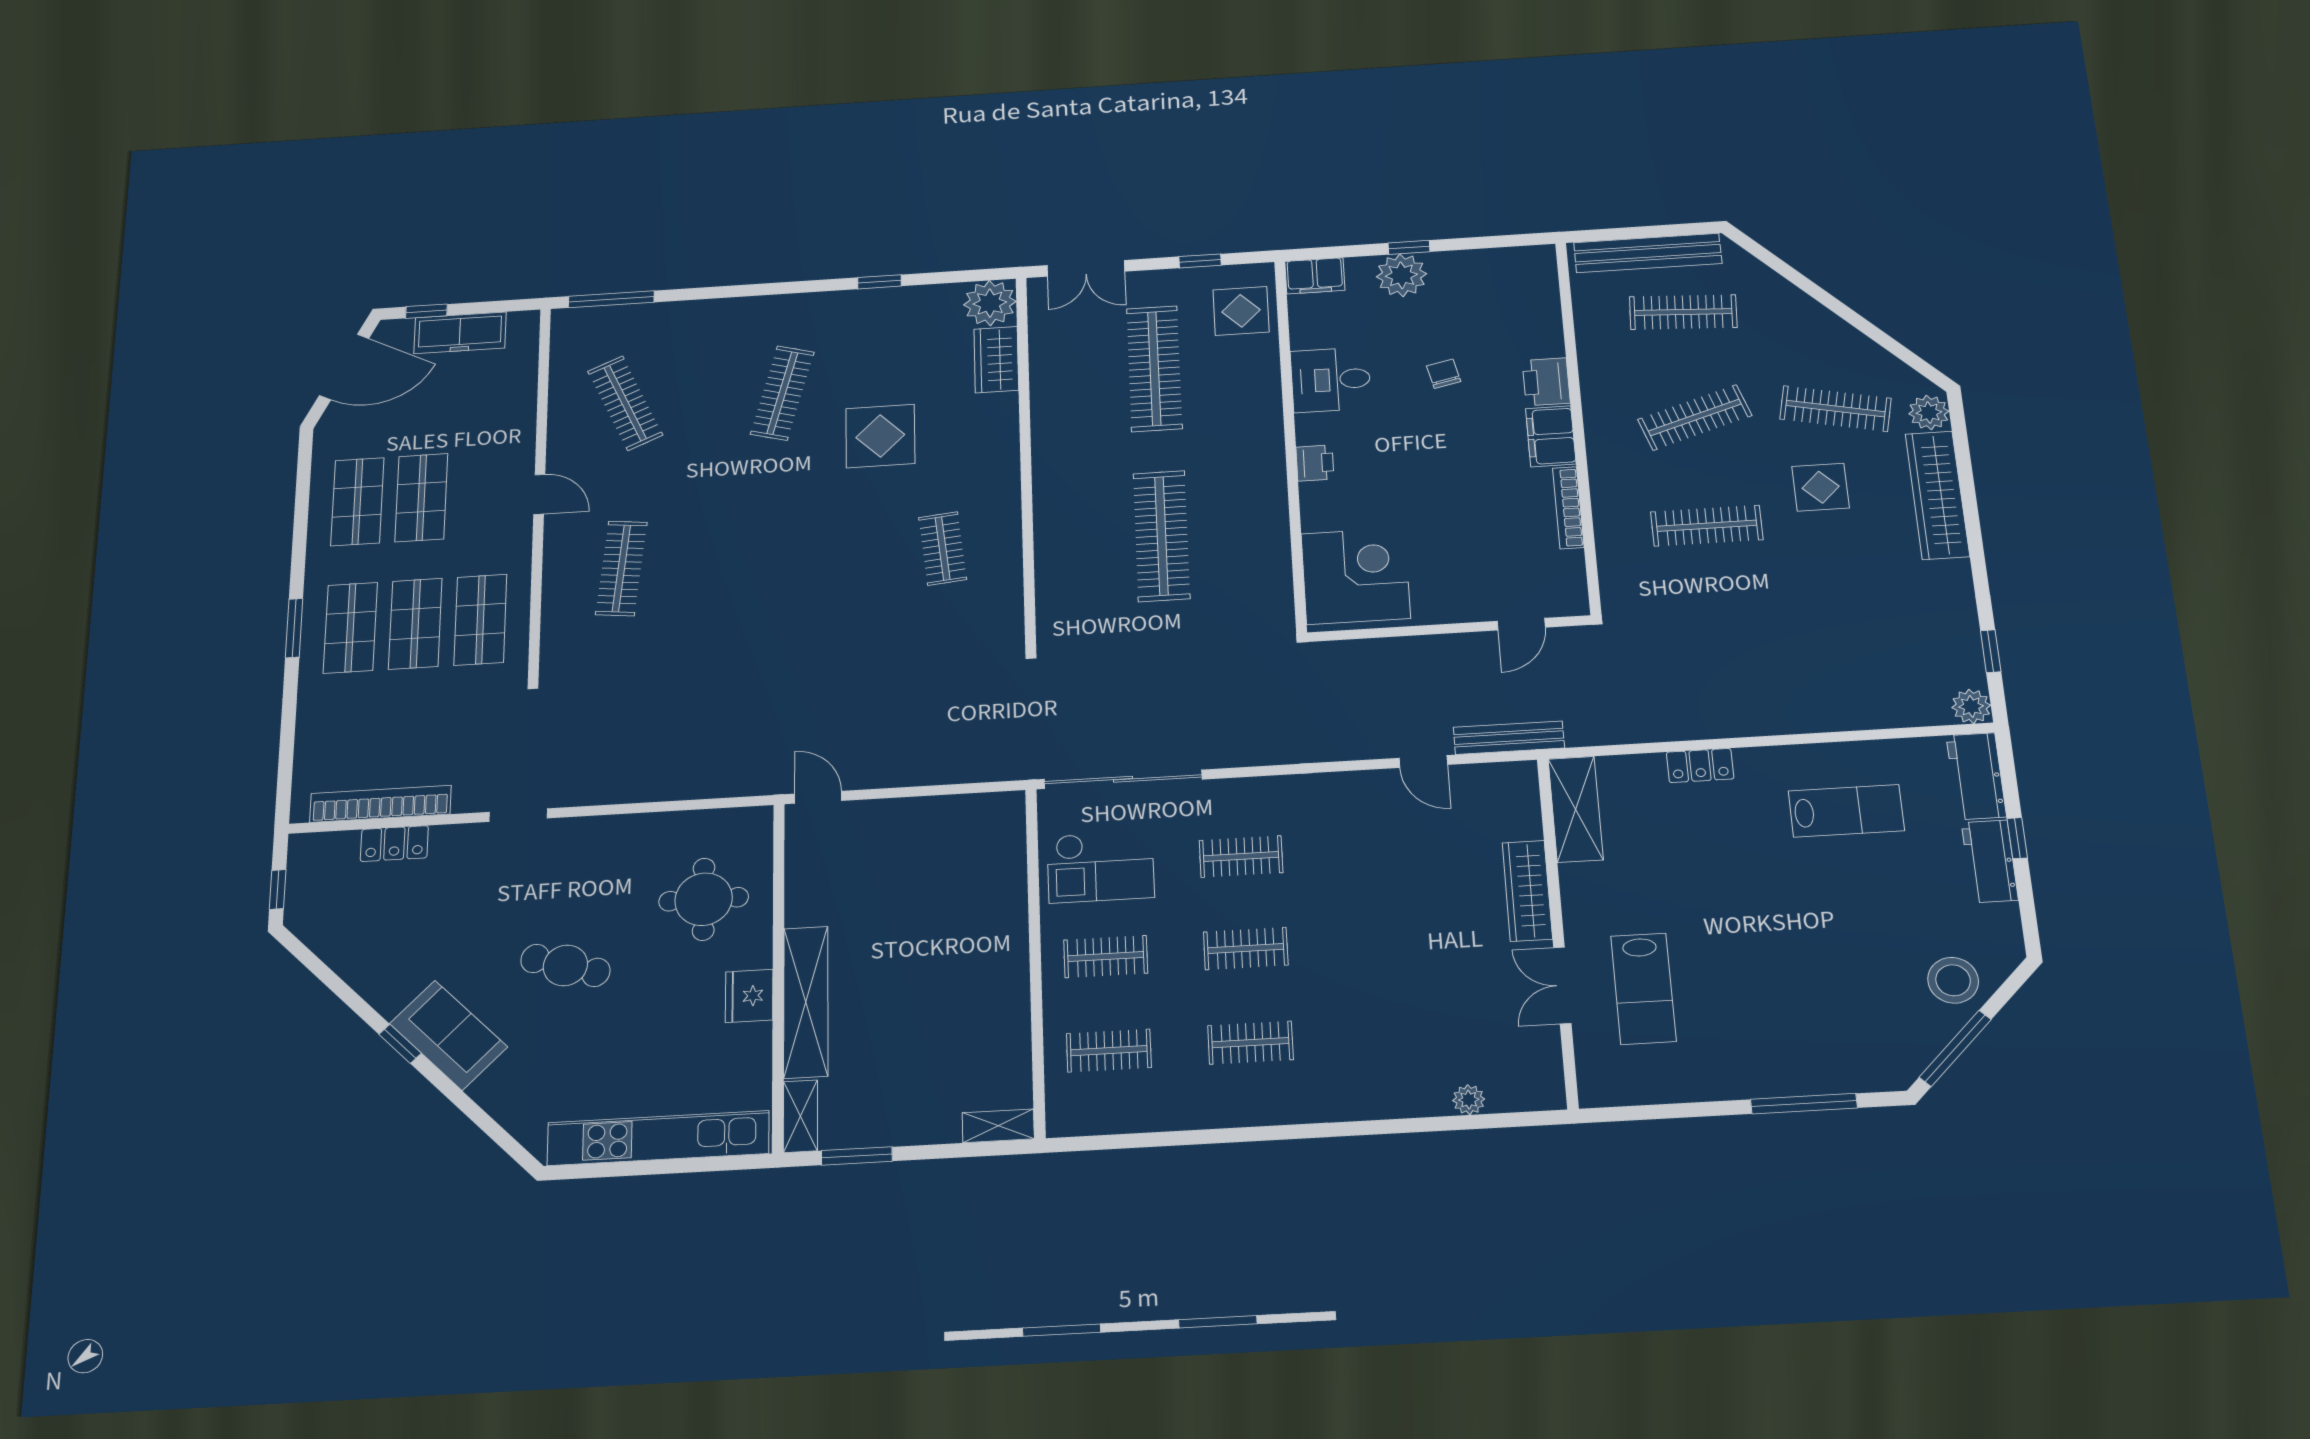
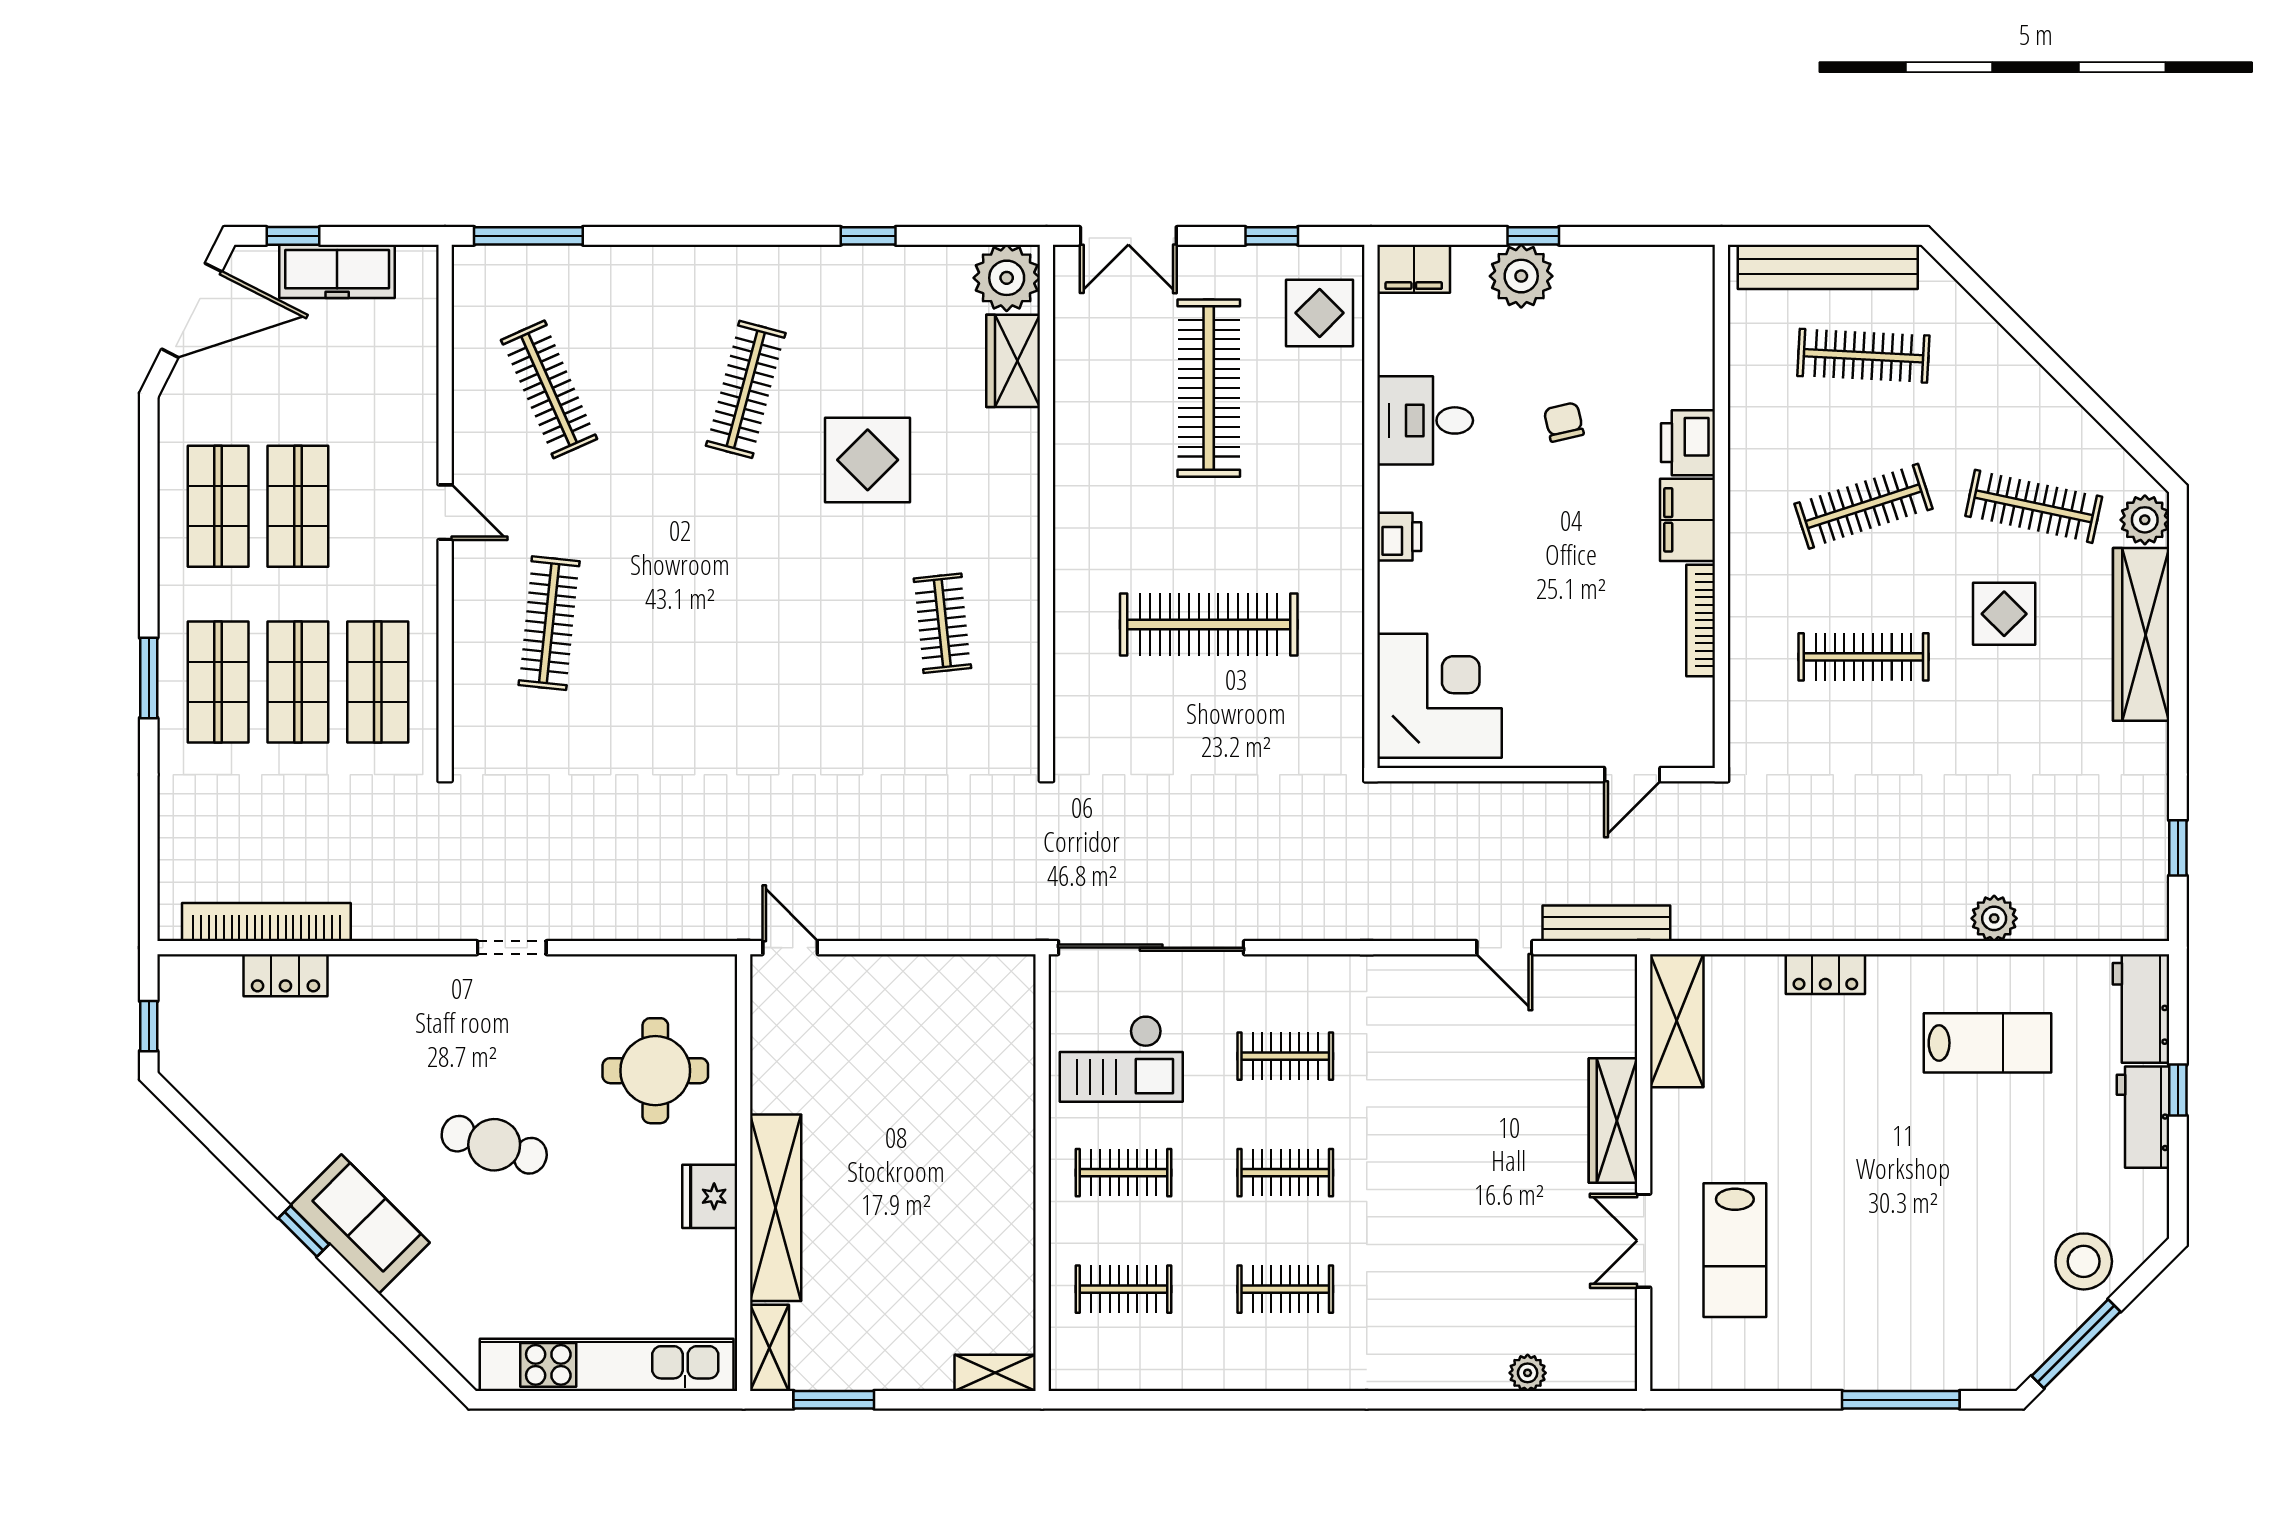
clothes rail: (1162, 536) -> (1209, 624), turned 90
plant: (1971, 706) -> (1994, 918), moved
doorway: (518, 815) -> (512, 948), moved

